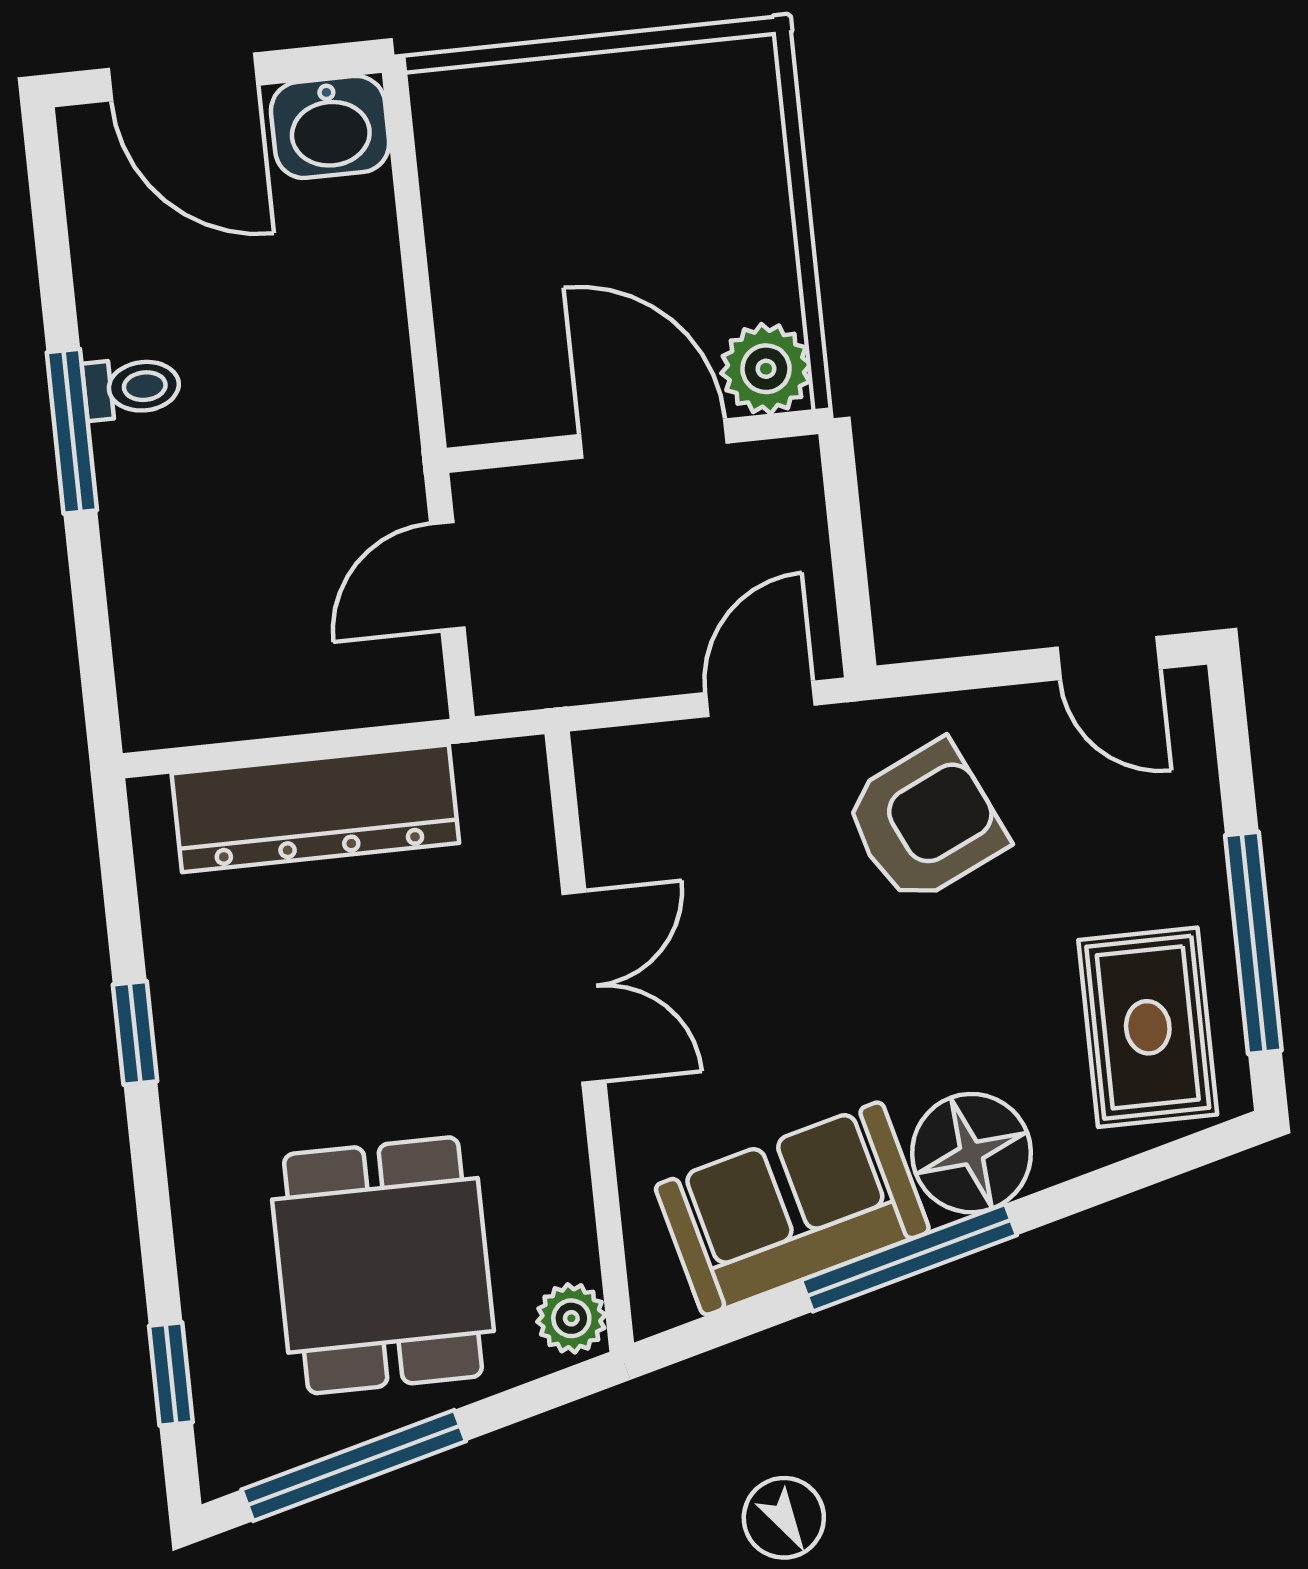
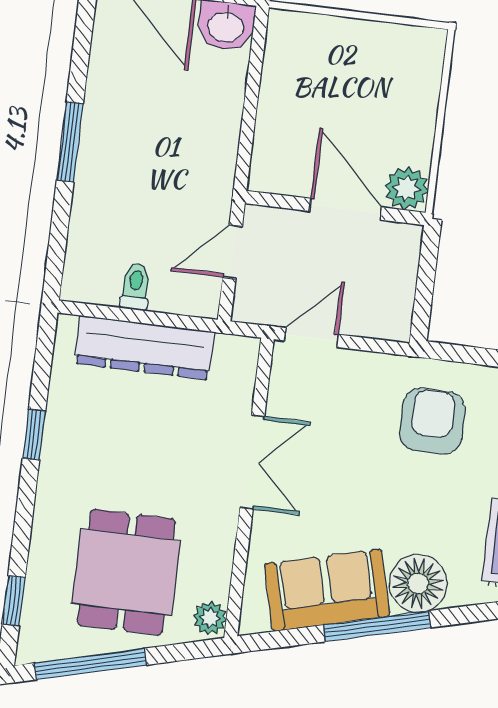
toilet: (132, 388) -> (136, 287), moved, turned -90
door: (760, 699) -> (311, 338), moved
armchair: (925, 822) -> (432, 421), turned -65

